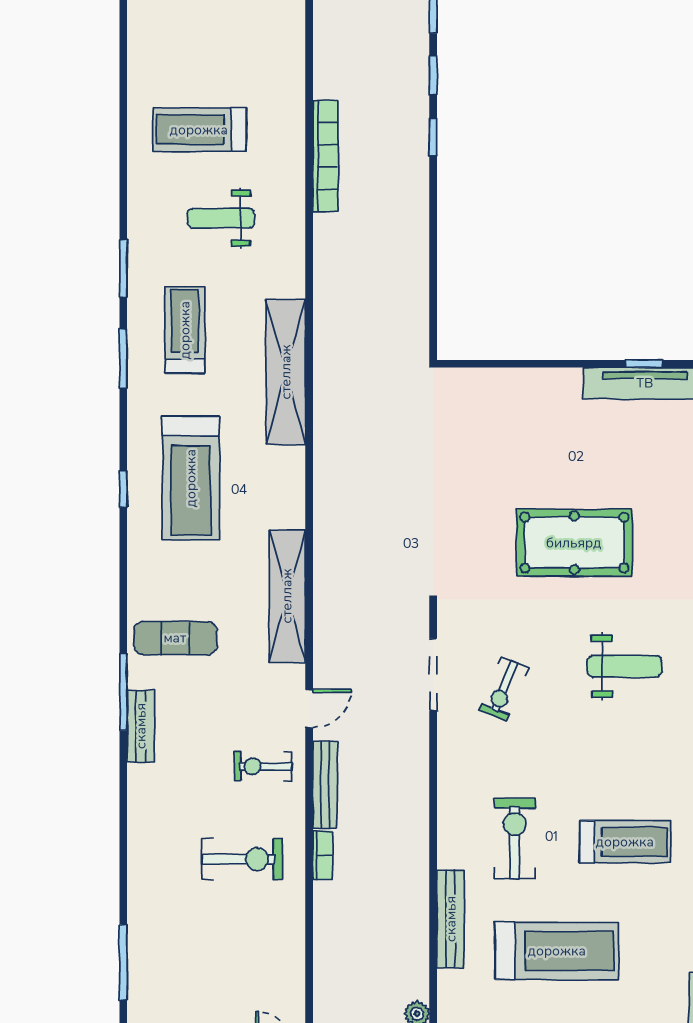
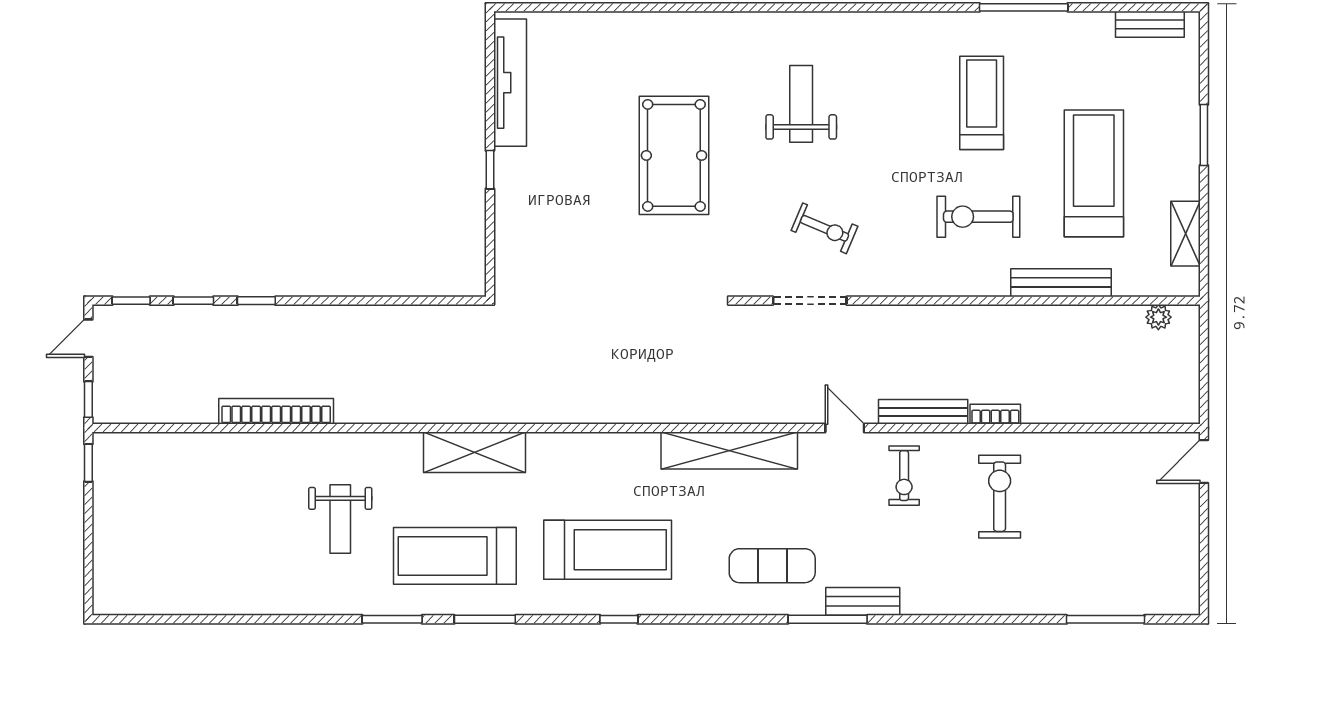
treadmill: (199, 130) -> (249, 541), removed
treadmill: (185, 330) -> (455, 556), width x1.37, depth x1.38
window: (644, 364) -> (490, 170), moved
shelving: (286, 372) -> (474, 452), width x0.68
exercise mat: (175, 638) -> (772, 566), turned 90

